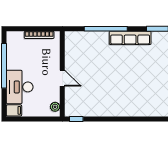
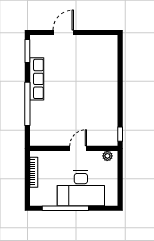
desk: (20, 87) -> (81, 188), width x1.36, depth x1.30
filing cabinet: (14, 110) -> (111, 198), removed

